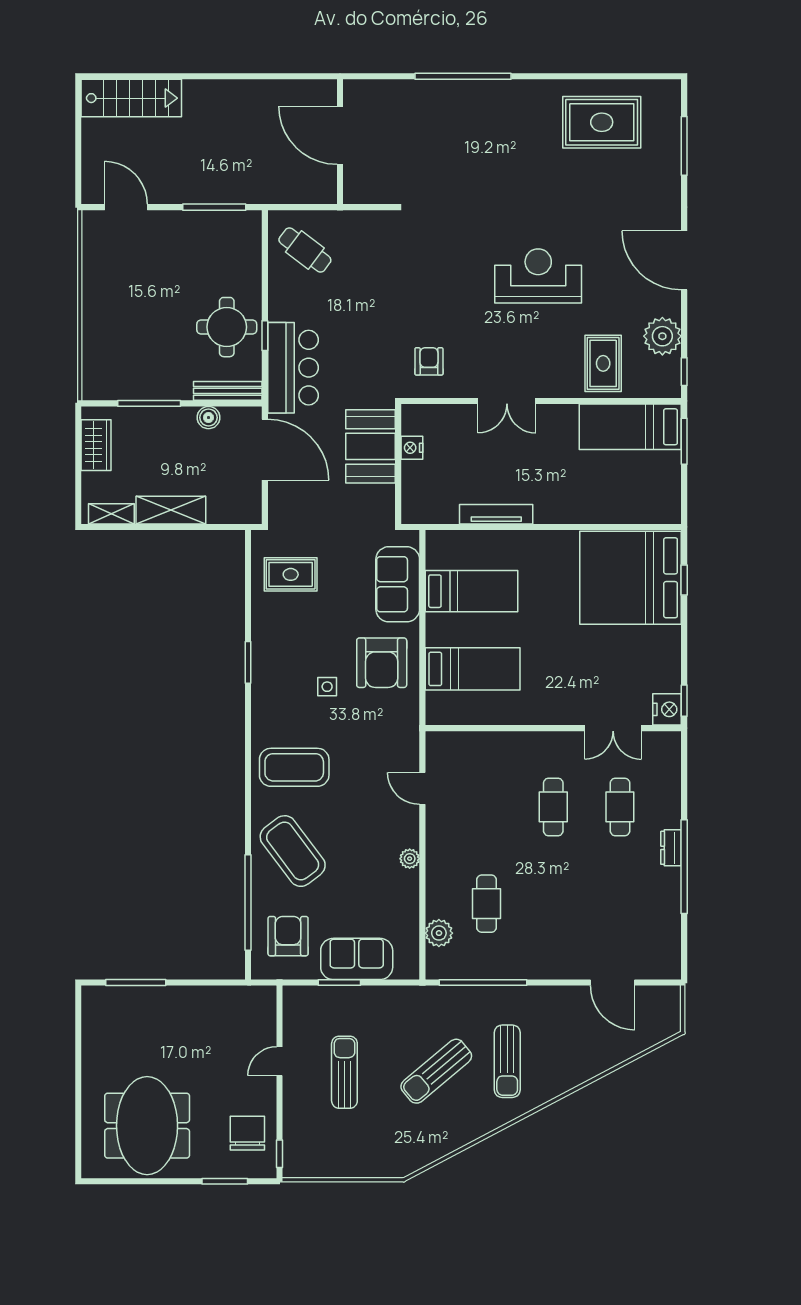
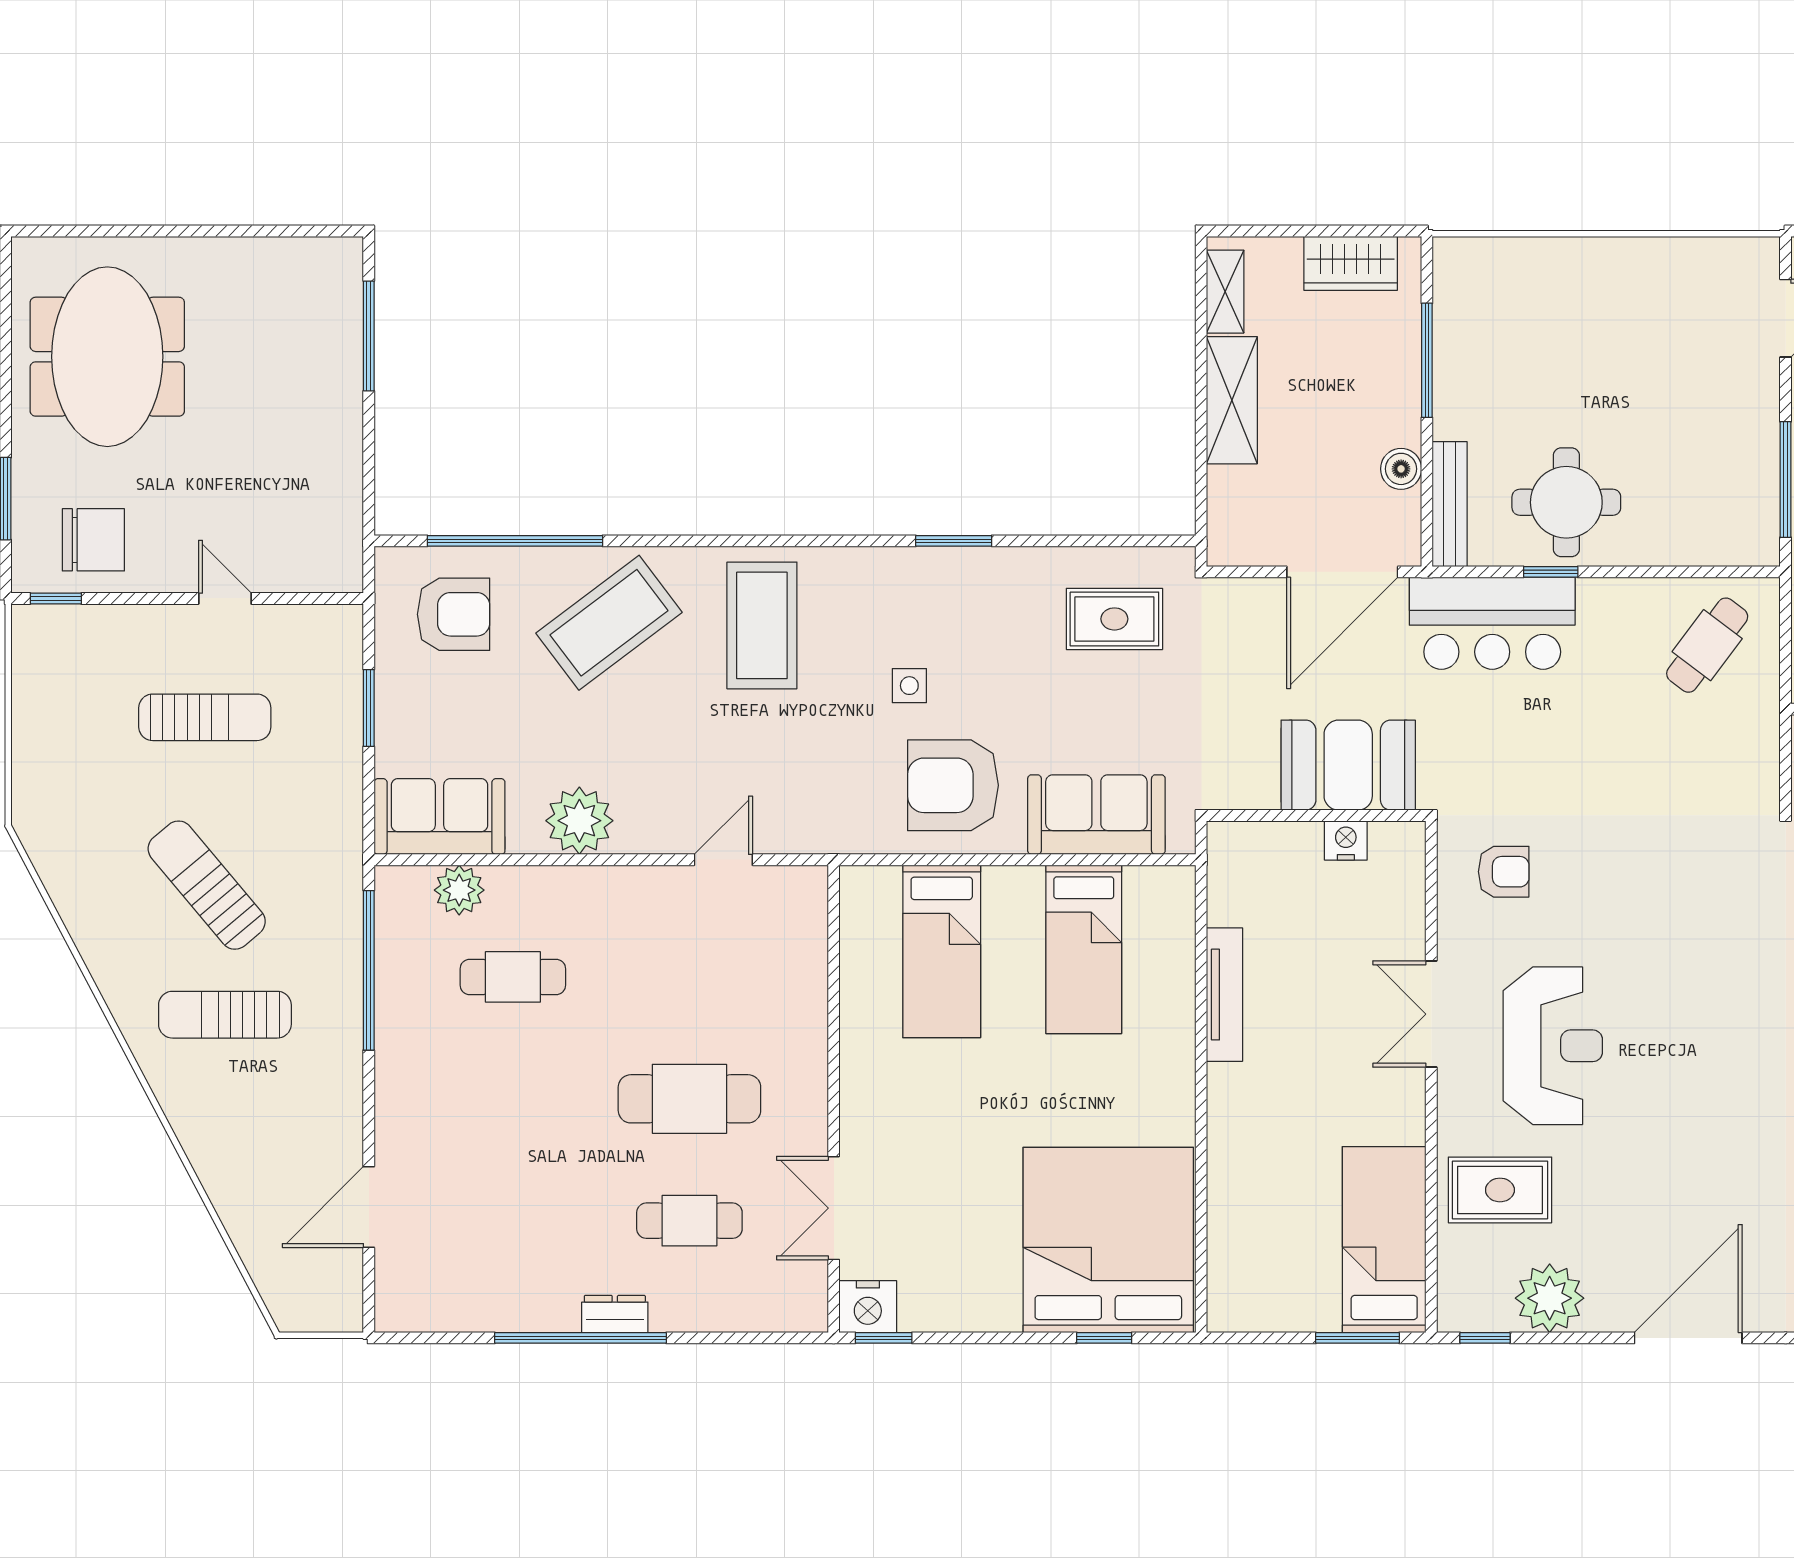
reception desk: (538, 276) -> (1553, 1046), moved
rug: (291, 574) -> (1114, 619), turned 90
cafe table: (553, 807) -> (689, 1099), width x1.37, depth x1.35
plant: (410, 859) -> (579, 821), width x1.88, depth x1.88
sofa: (357, 959) -> (440, 817), moved, turned -90
meeting table: (147, 1126) -> (107, 357), turned 90

